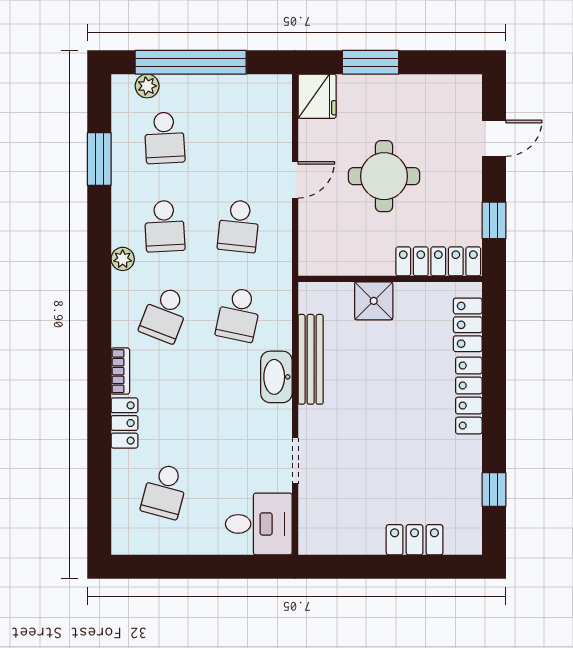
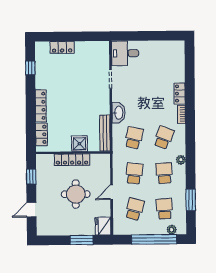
locker: (438, 261) -> (72, 160), moved
bench: (311, 359) -> (105, 133), moved
school desk: (165, 491) -> (135, 209), moved

